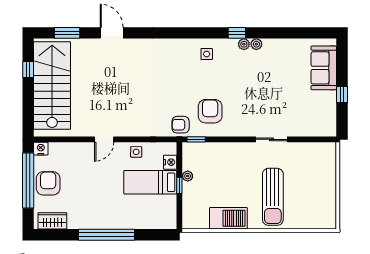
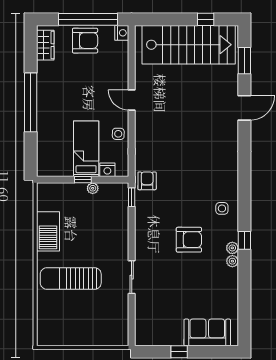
armchair: (210, 111) -> (189, 240), moved

